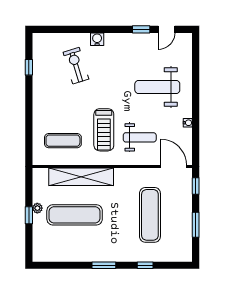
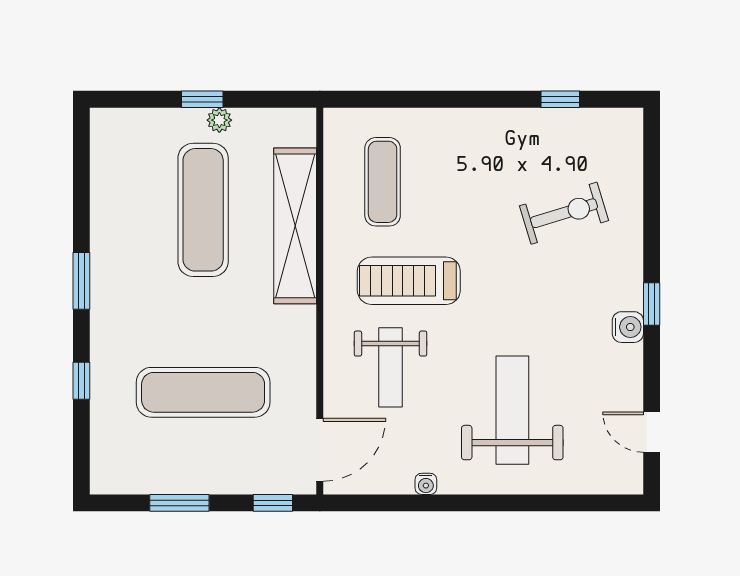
window: (141, 29) -> (652, 304), moved
water cooler: (97, 39) -> (628, 327), moved

